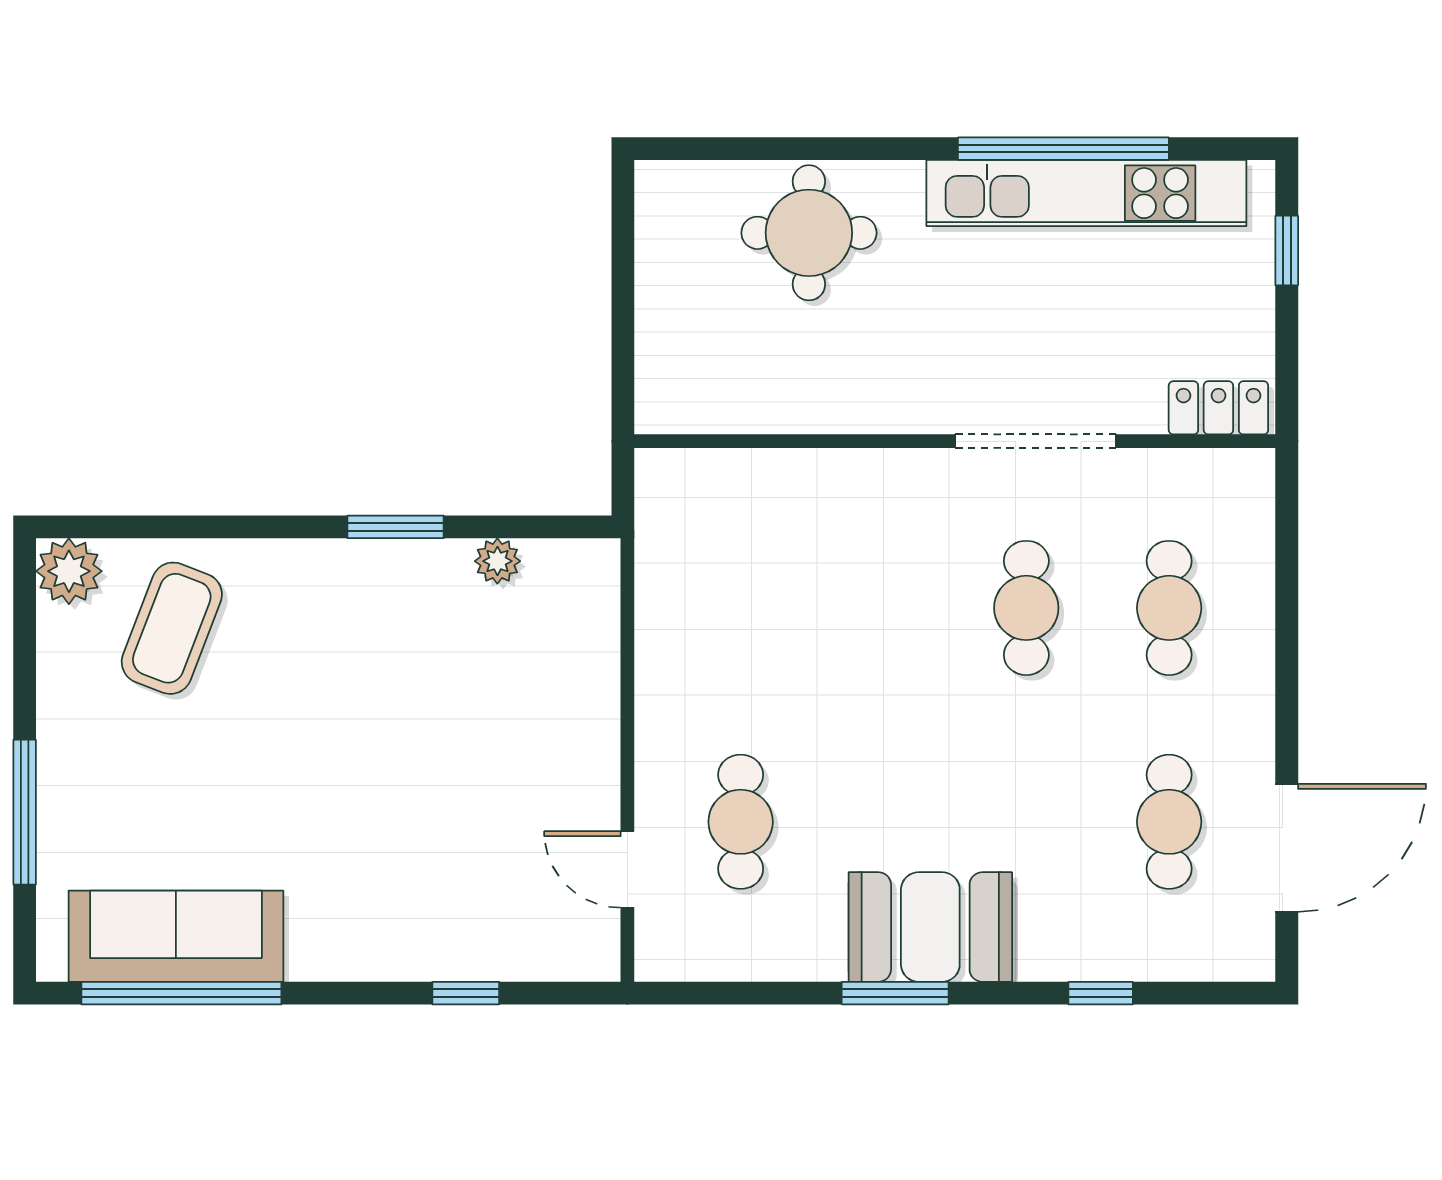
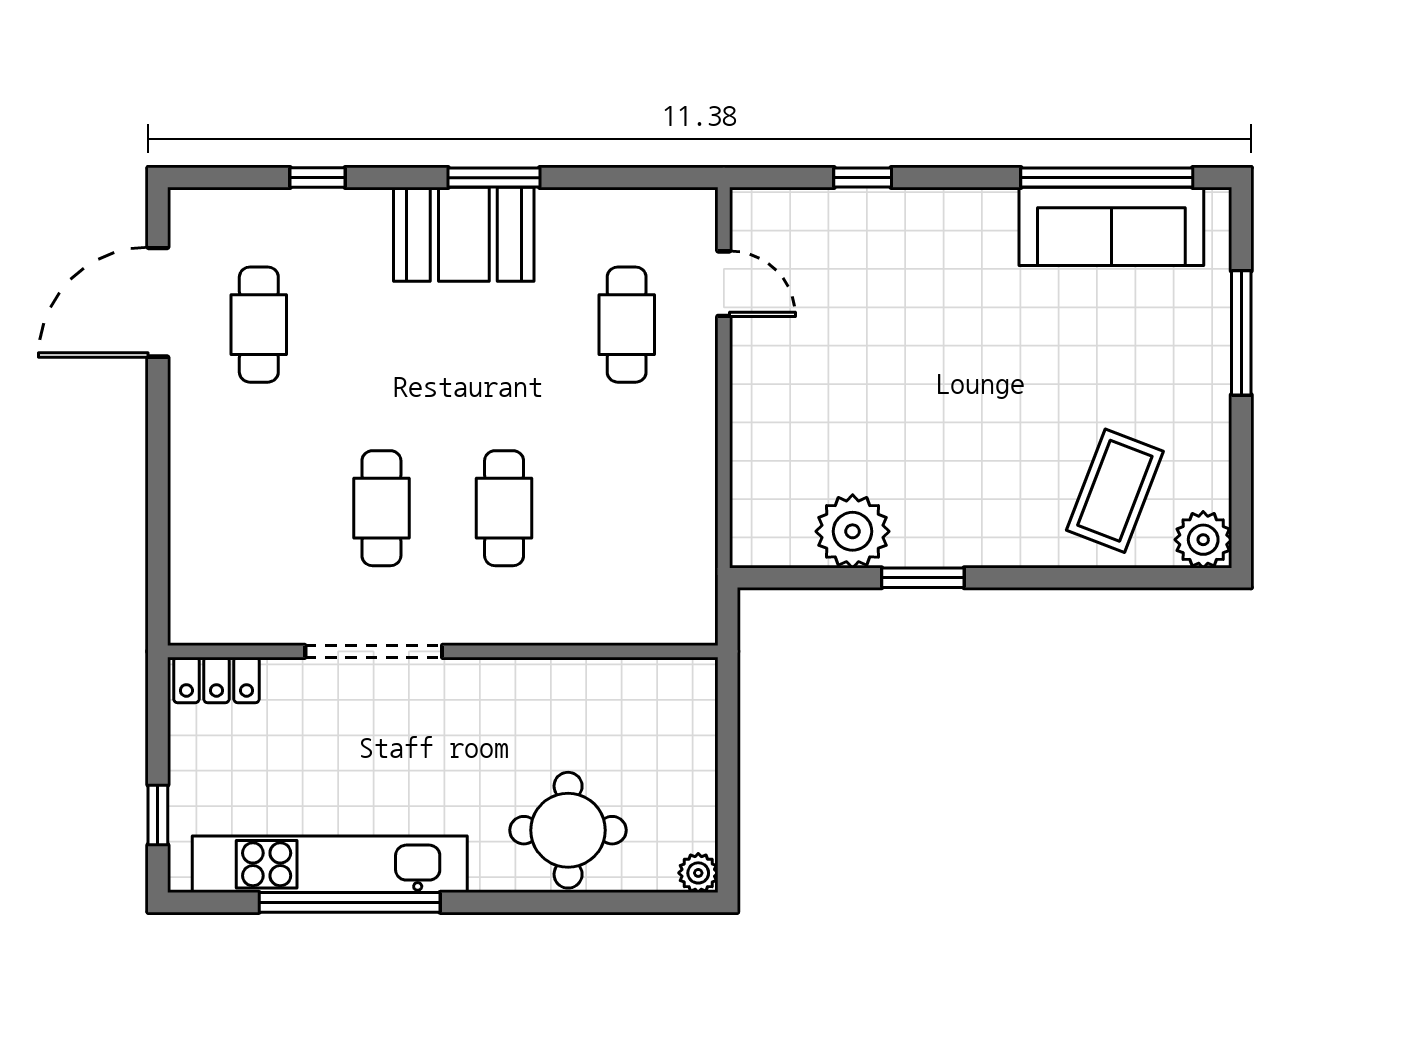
plant: (657, 183) -> (698, 873), added
plant: (497, 561) -> (853, 531), width x1.88, depth x1.88
cafe table: (1169, 608) -> (504, 508), moved

